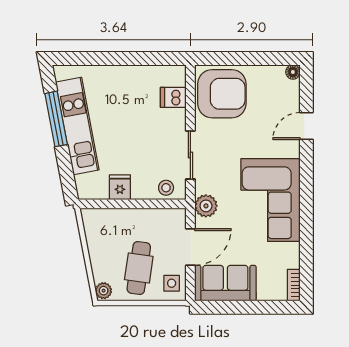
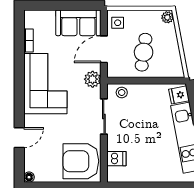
fridge: (120, 187) -> (179, 95), moved, turned 79
cafe table: (139, 268) -> (144, 52), moved
bookcase: (294, 285) -> (28, 40), moved

